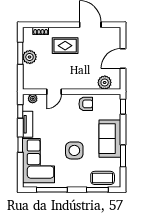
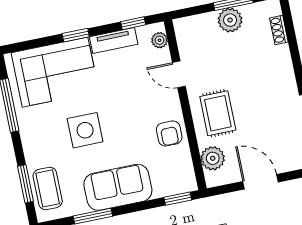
rug: (65, 46) -> (218, 113), moved

